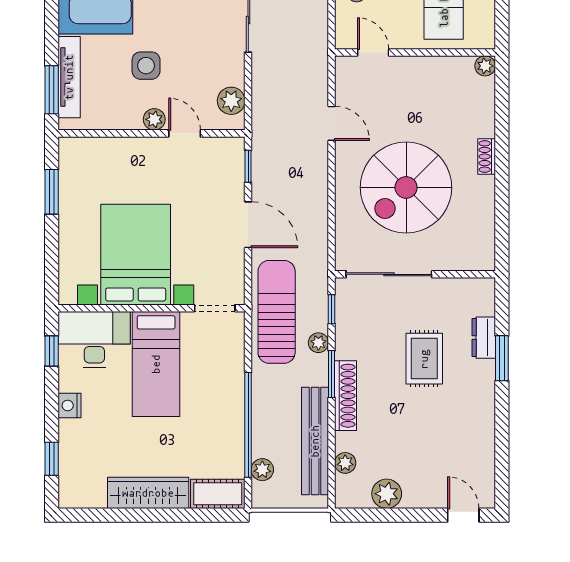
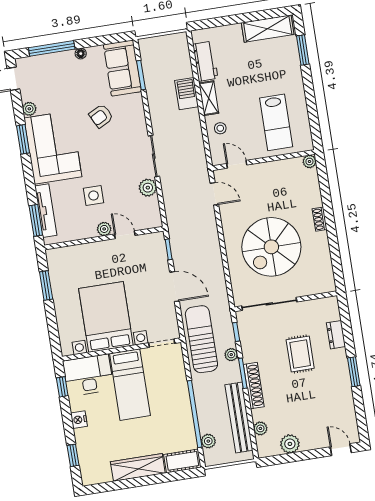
plant: (231, 101) -> (148, 188), moved
door: (332, 123) -> (214, 194), moved
window: (502, 358) -> (354, 372), moved

